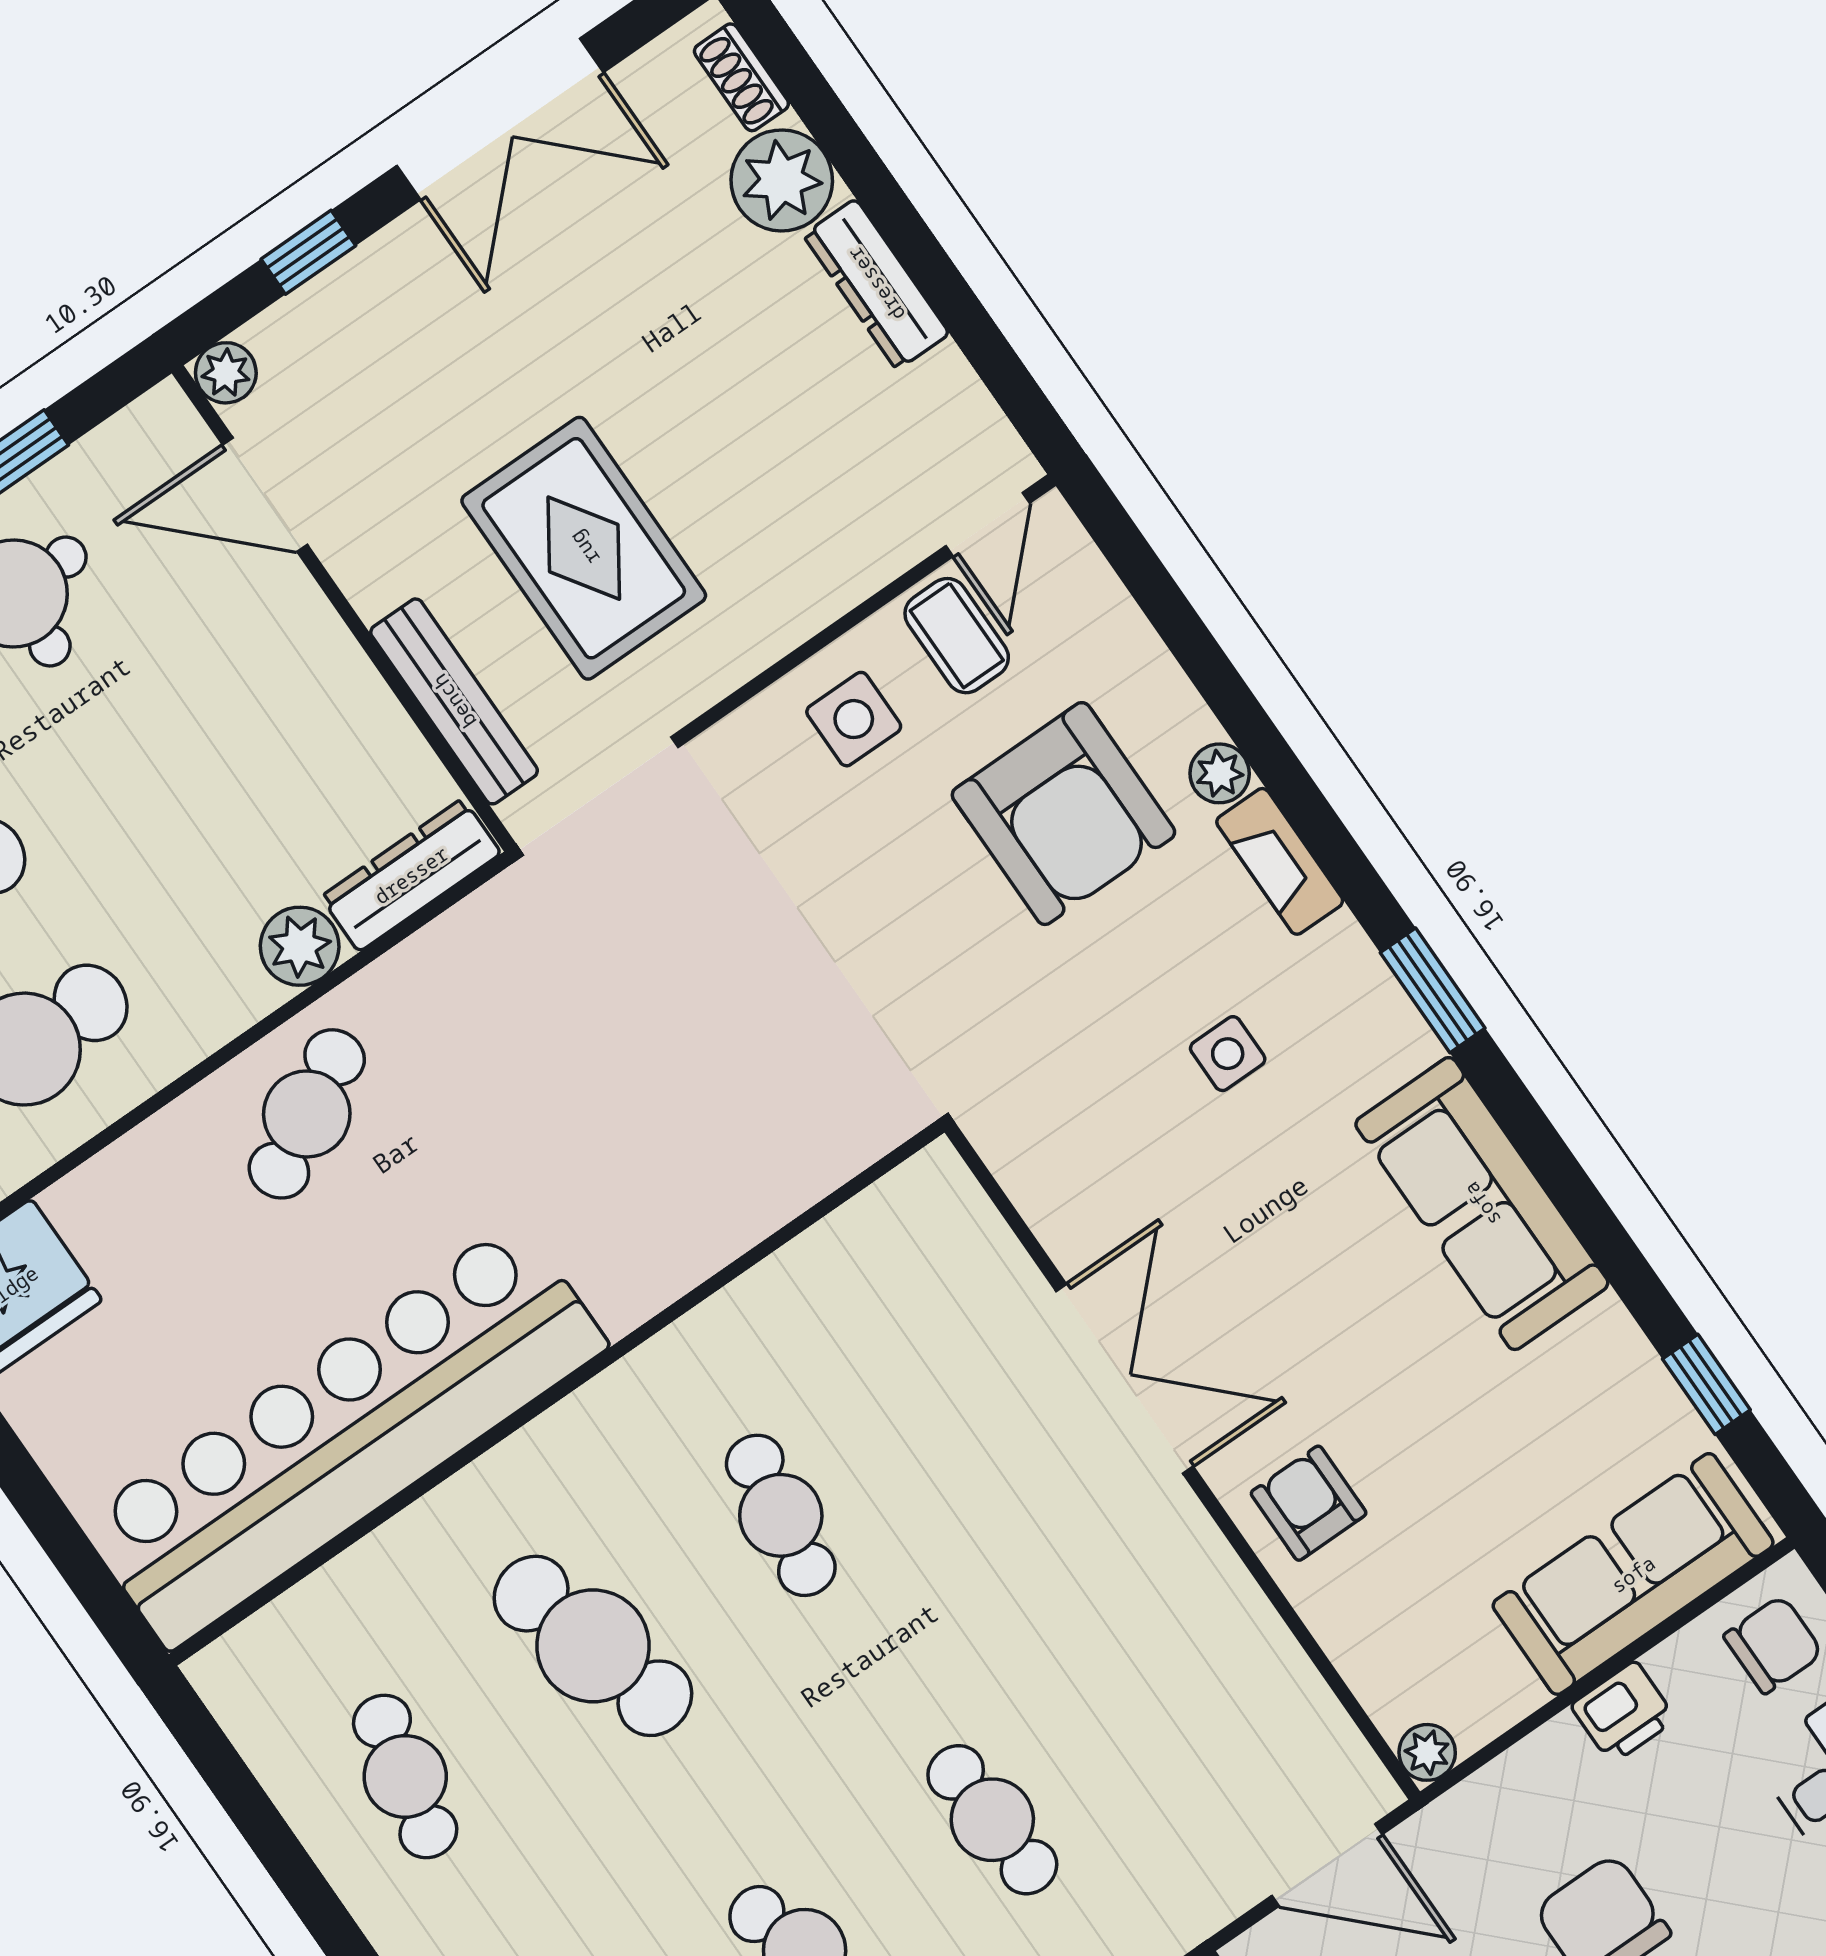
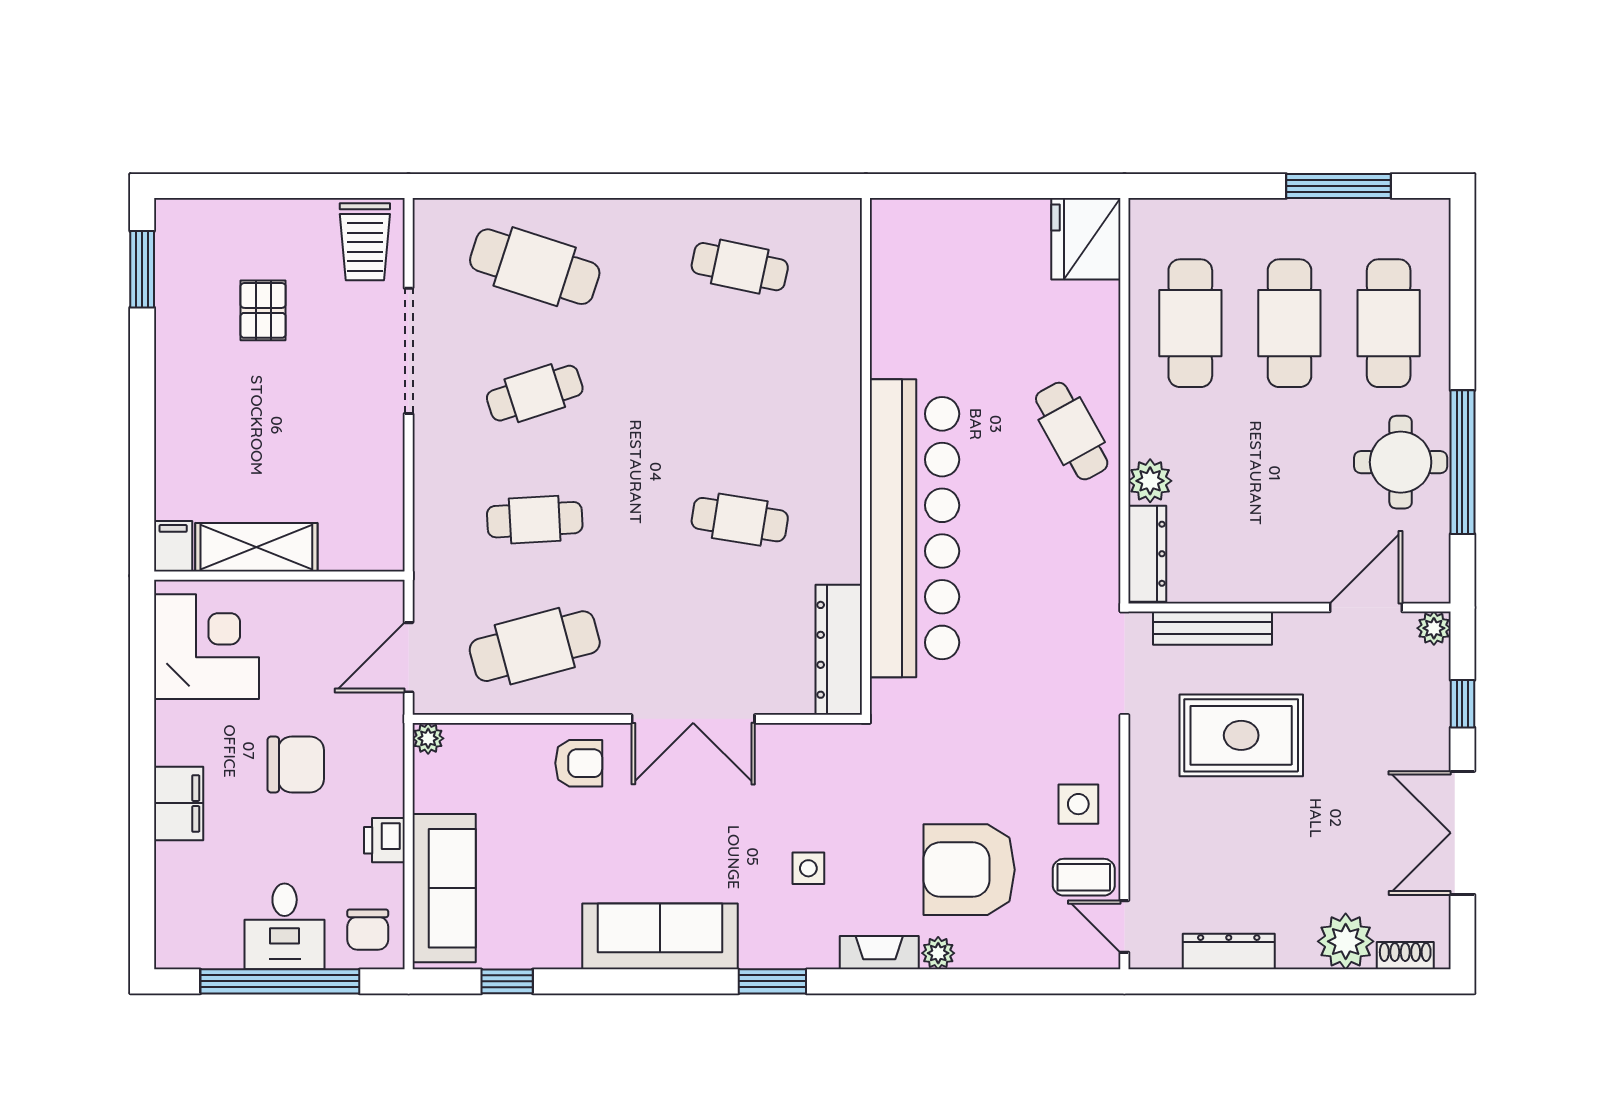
dresser: (876, 284) -> (1229, 952), moved
dresser: (872, 1234) -> (839, 650), added
bar counter: (344, 1434) -> (914, 528), moved
cafe table: (593, 1646) -> (535, 646), moved

